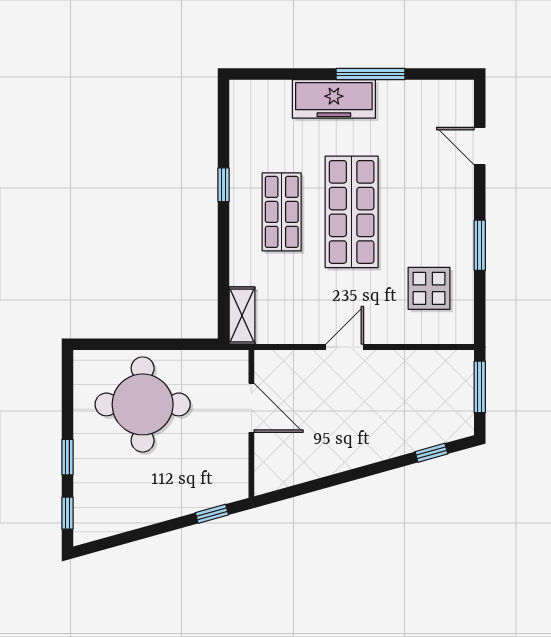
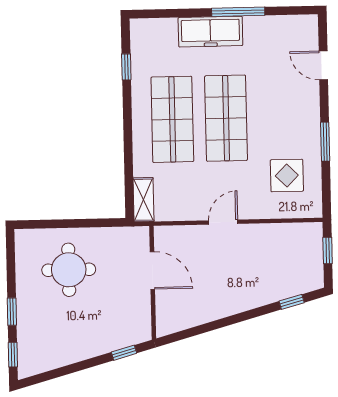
window: (223, 185) -> (126, 67), moved
shop shelf: (282, 212) -> (172, 119), width x1.43, depth x1.36
window: (480, 387) -> (328, 250), width x0.67
round table: (143, 404) -> (69, 270), width x0.73, depth x0.73

